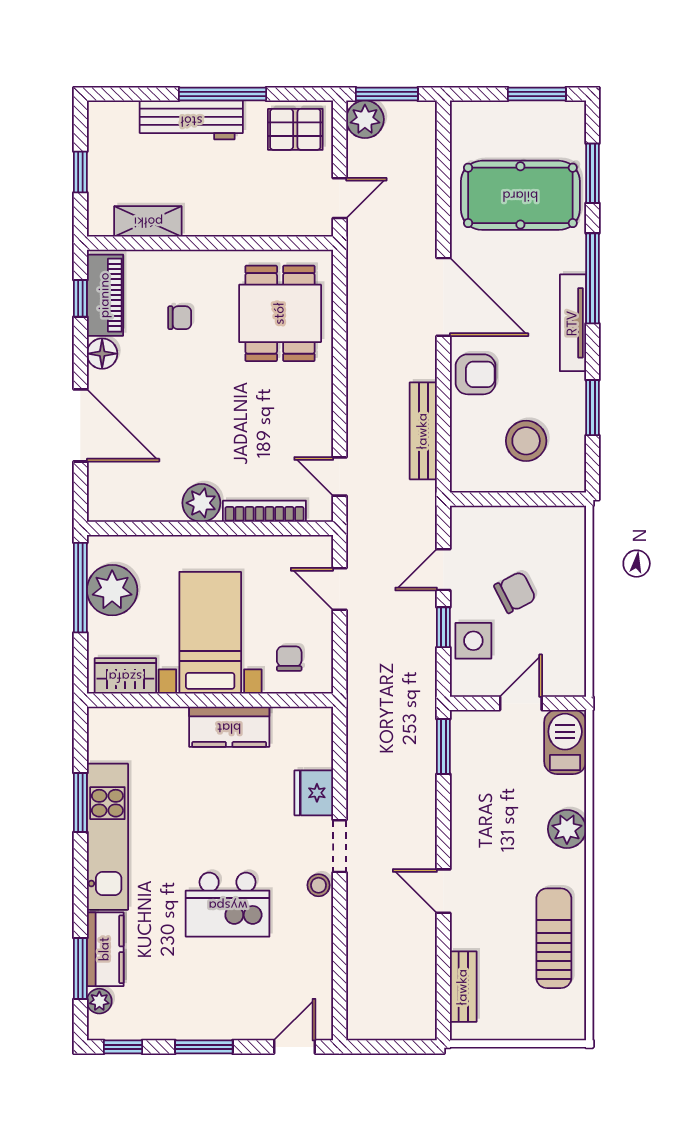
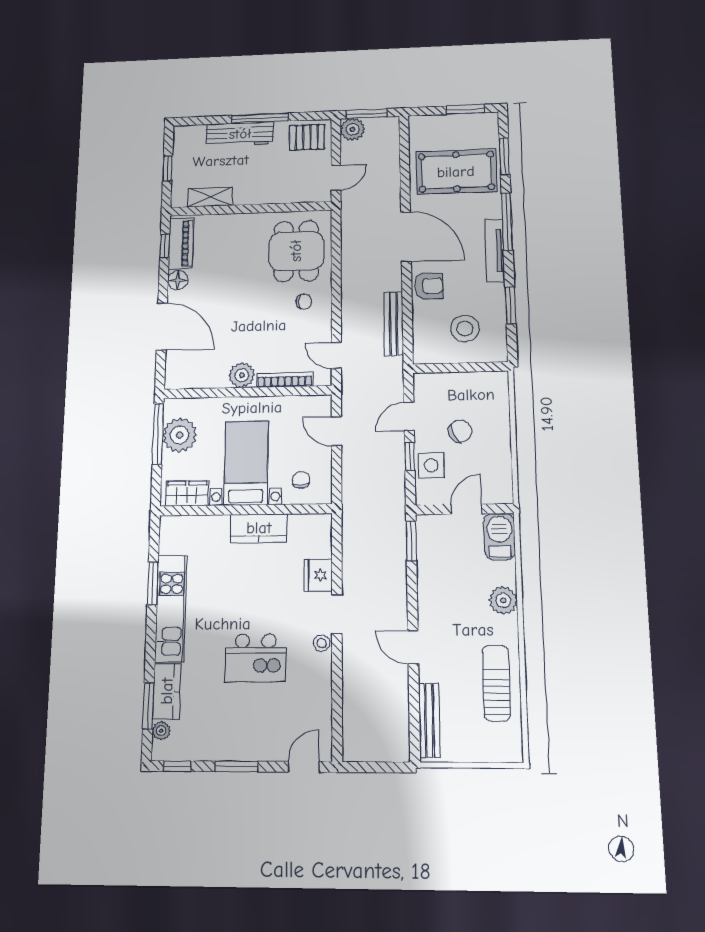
chair: (180, 318) -> (304, 301), moved
bench: (463, 987) -> (429, 720), width x1.36

